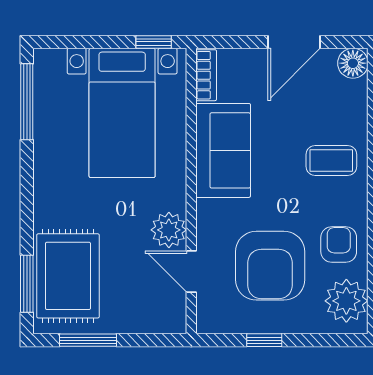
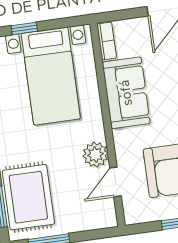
window: (154, 42) -> (24, 28), moved
door: (191, 271) -> (115, 182), hinge flipped

